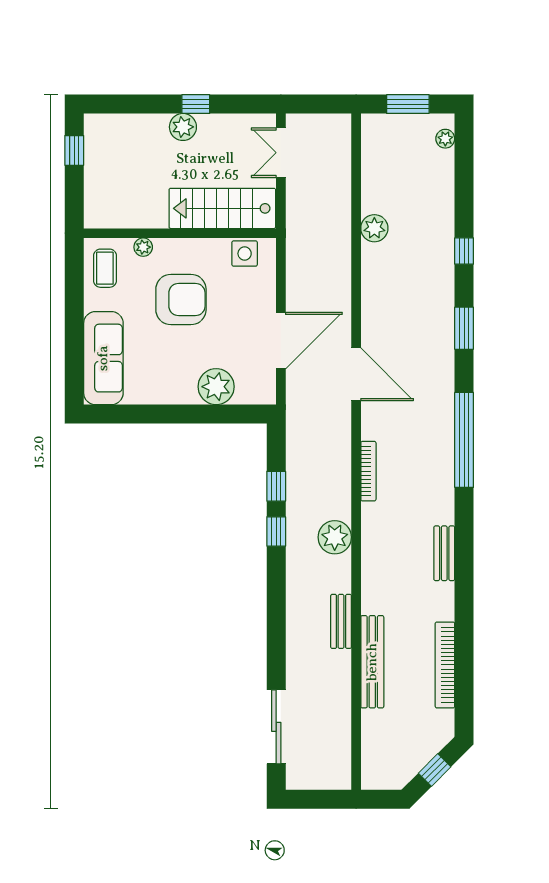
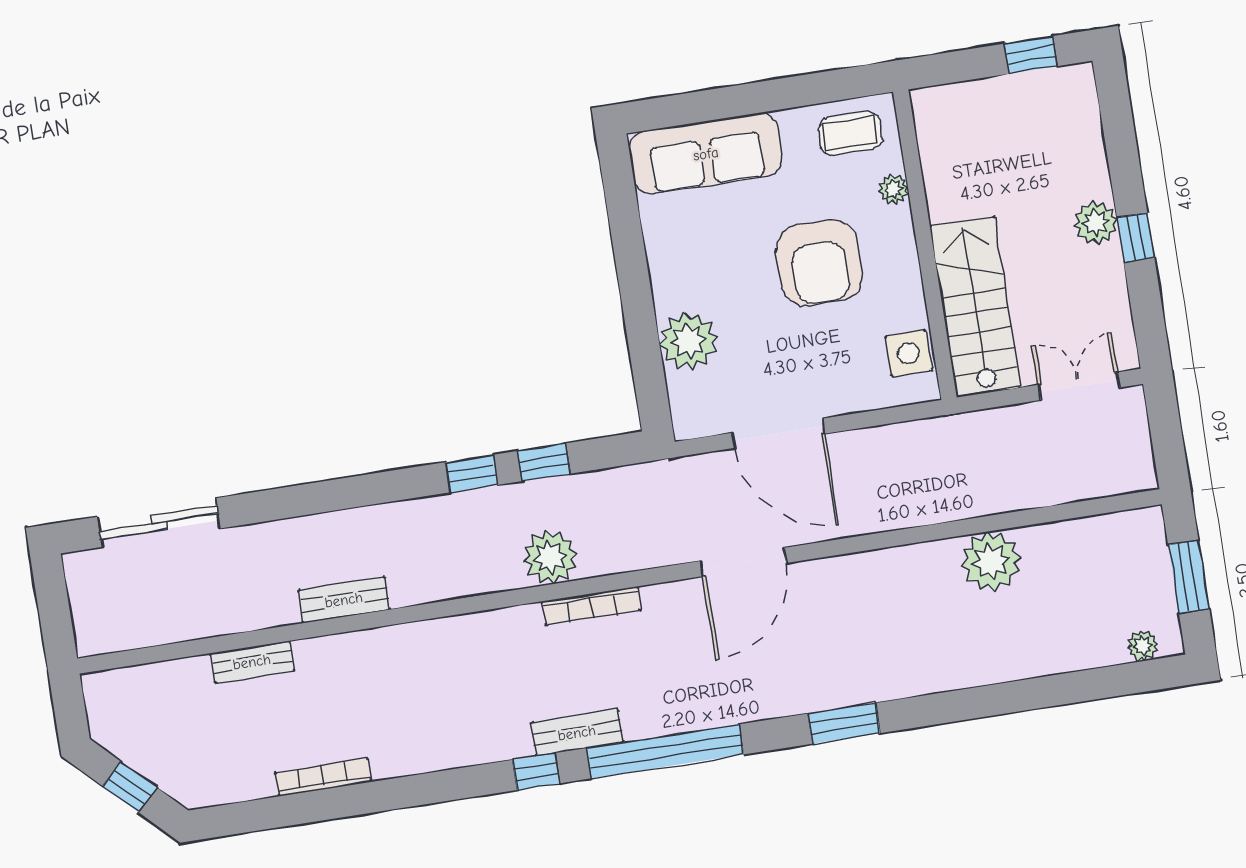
plant: (374, 228) -> (991, 561), width x1.36, depth x1.36
window: (464, 251) -> (536, 772), moved
plant: (335, 537) -> (550, 557), moved
bench: (444, 553) -> (577, 733), moved
bench: (372, 662) -> (252, 662), width x0.54, depth x0.82
bookcase: (445, 665) -> (323, 777), width x0.68, depth x0.76

